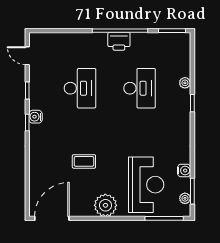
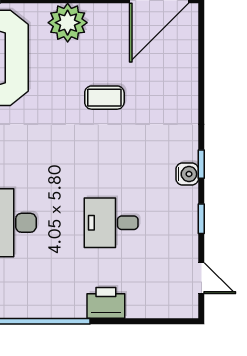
printer: (119, 41) -> (106, 303), moved
desk: (80, 88) -> (111, 223), width x0.73

